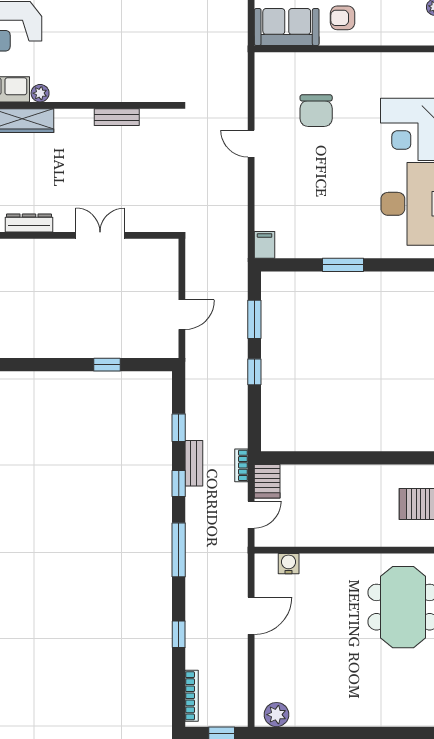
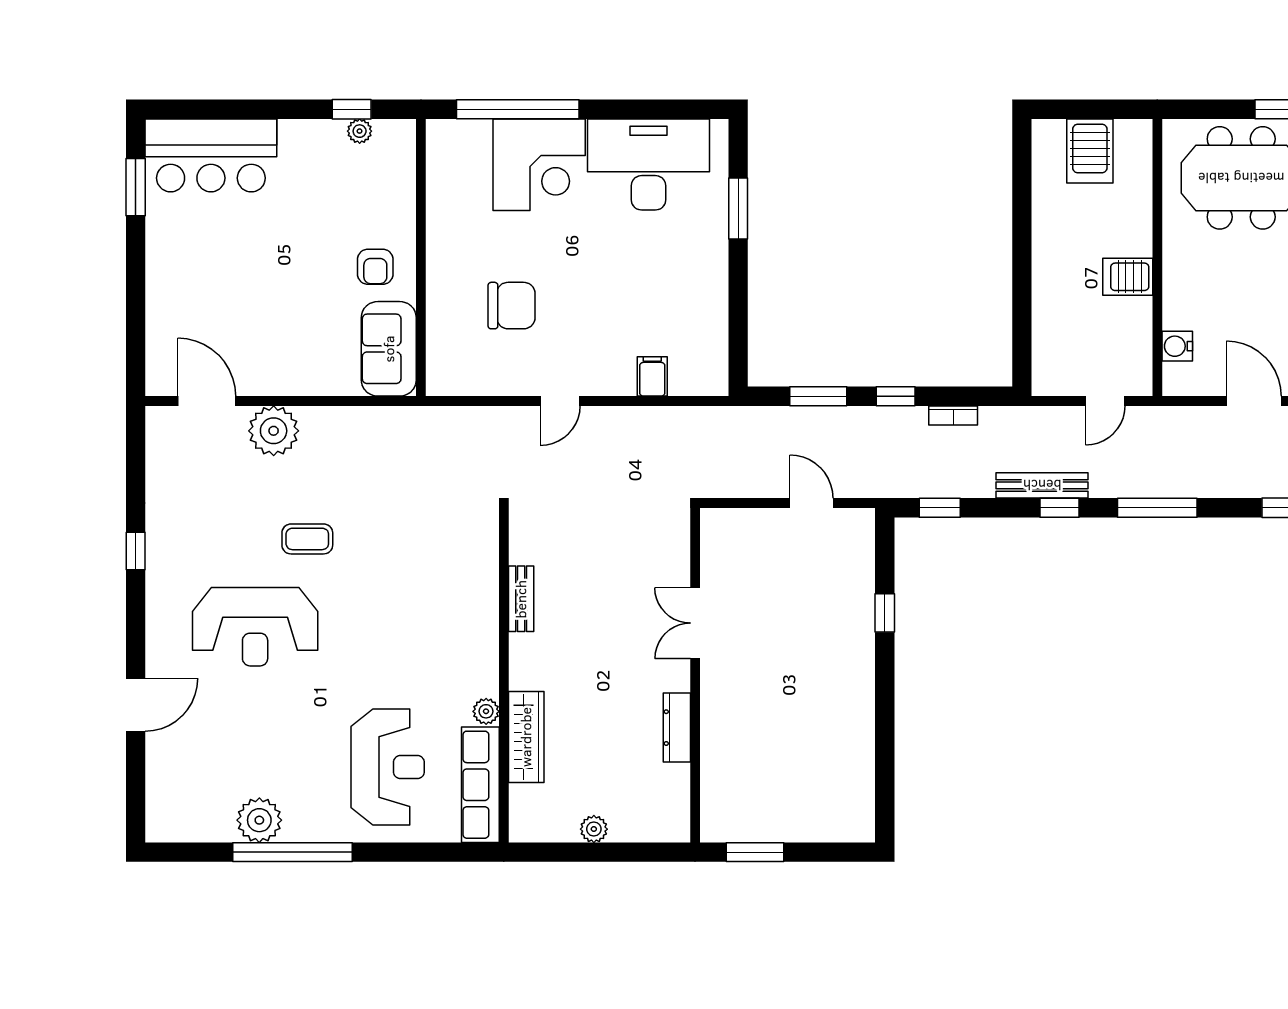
filing cabinet: (265, 245) -> (652, 376), moved, turned 90
window: (343, 265) -> (738, 209), moved
window: (179, 428) -> (940, 508), moved
bench: (194, 463) -> (1042, 485), width x1.36
bookcase: (241, 465) -> (953, 415), moved
server rack: (267, 481) -> (1128, 277), moved, turned 180
door: (251, 515) -> (1105, 401), swing flipped

